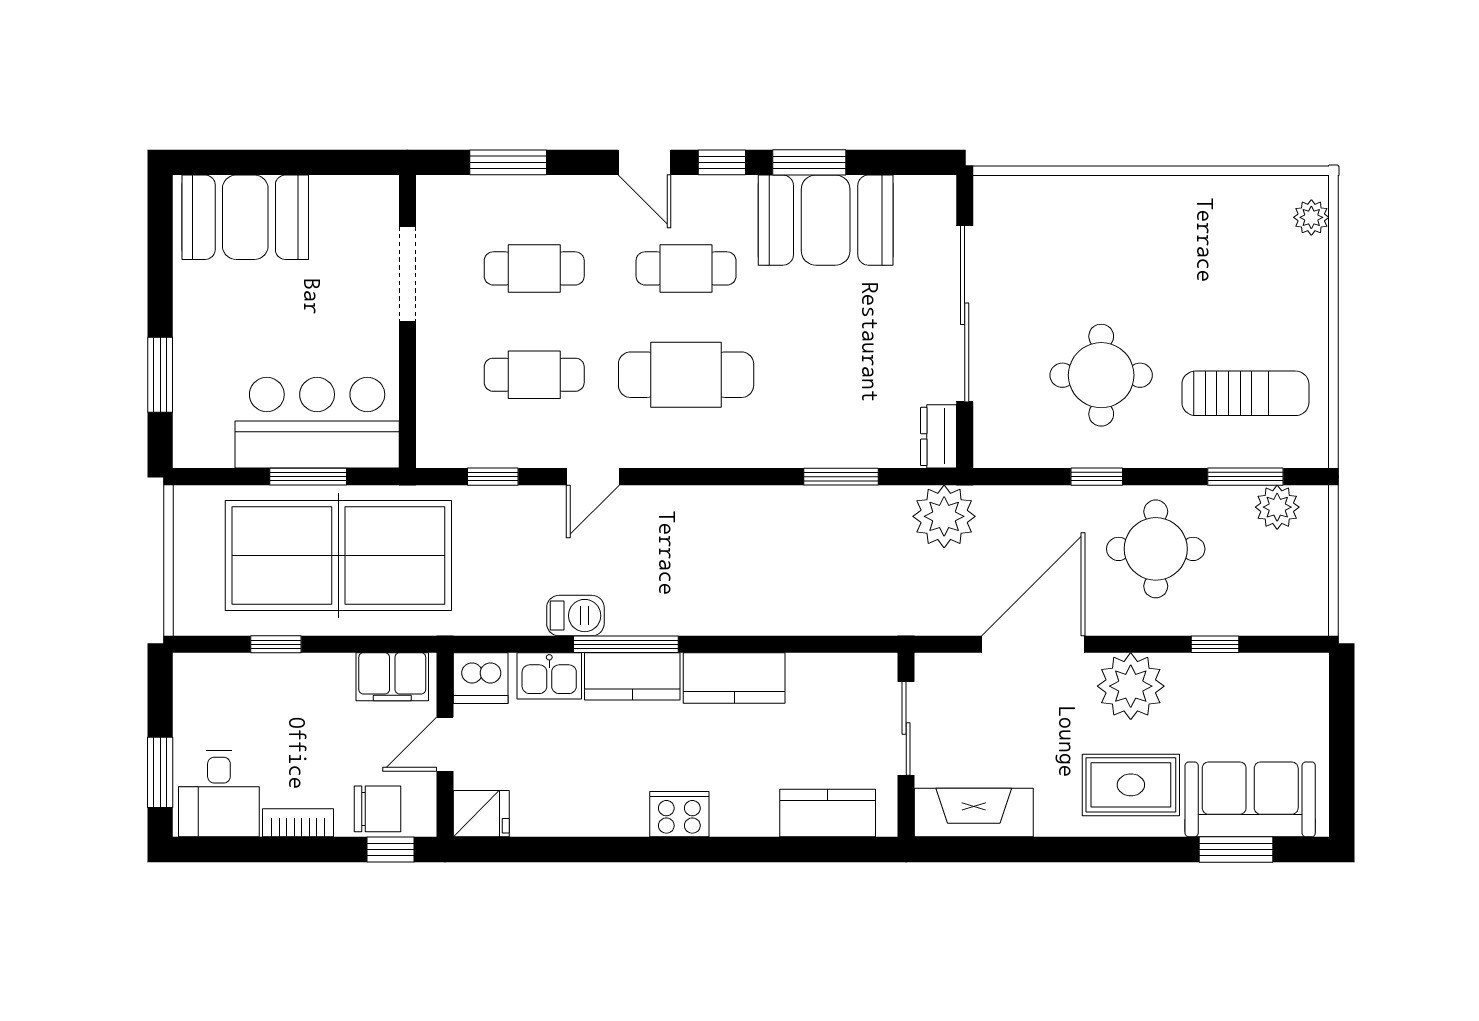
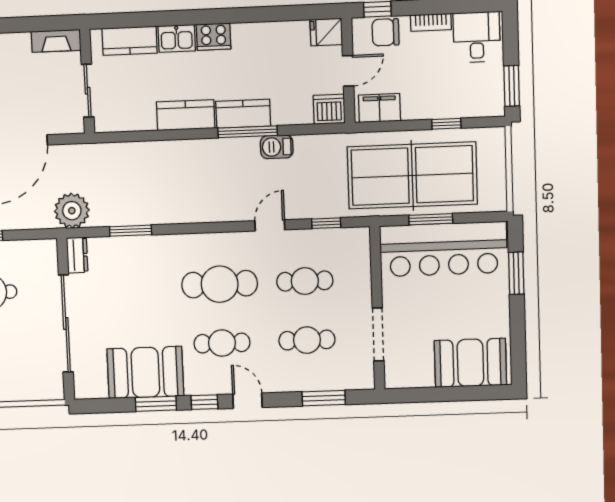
bar counter: (317, 423) -> (443, 249), width x1.36
kitchen sink: (549, 676) -> (177, 38), moved, turned 180
window: (160, 772) -> (512, 86), moved
fireplace: (974, 813) -> (56, 41), width x0.73, depth x0.76

